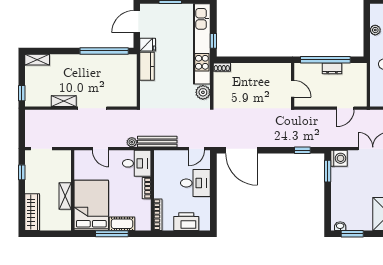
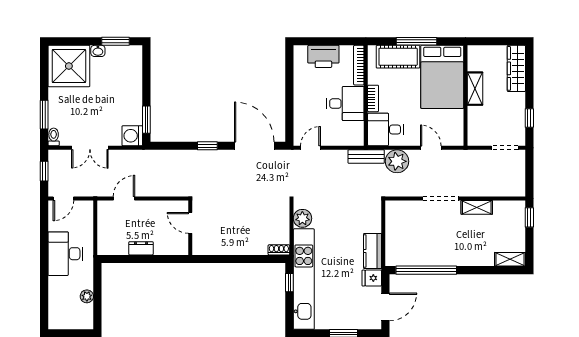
window: (325, 60) -> (149, 259), removed
plant: (132, 142) -> (397, 161), width x1.88, depth x1.88
bench: (157, 142) -> (366, 157), width x0.73
window: (302, 150) -> (207, 146), moved
desk: (195, 183) -> (345, 104), moved, turned 180
cot: (122, 224) -> (398, 57), width x1.37, depth x1.34
washbasin: (340, 226) -> (98, 51), moved

